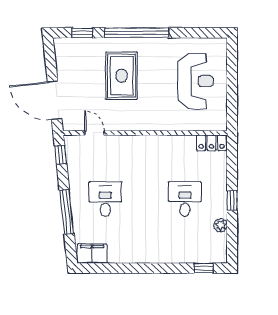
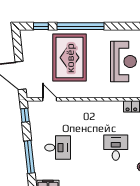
rug: (122, 76) -> (70, 58), width x1.37, depth x1.44
desk: (105, 199) -> (58, 148), turned 90

